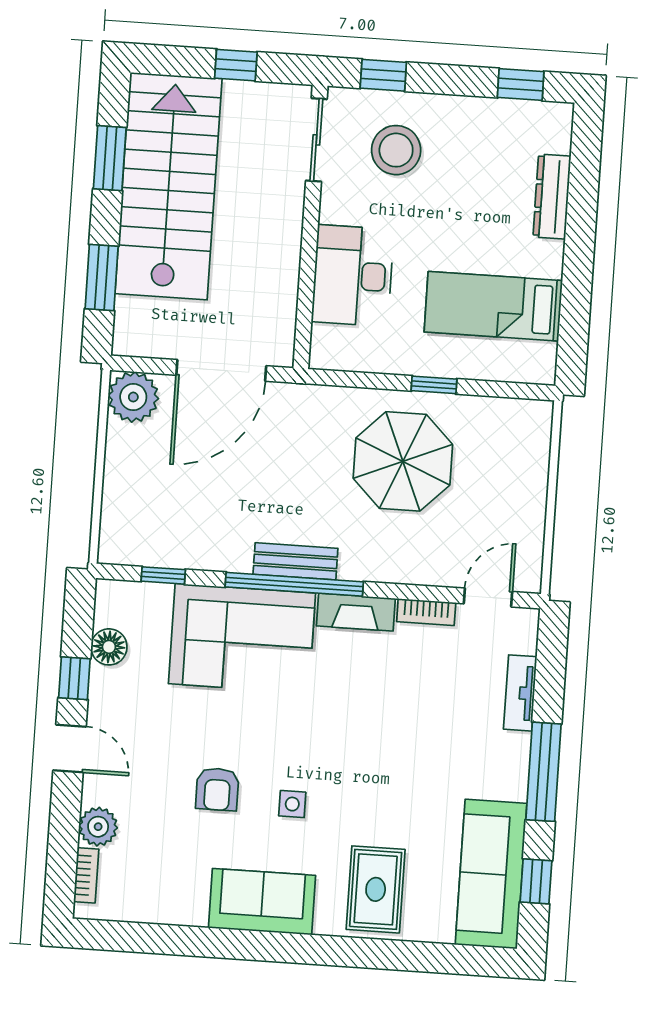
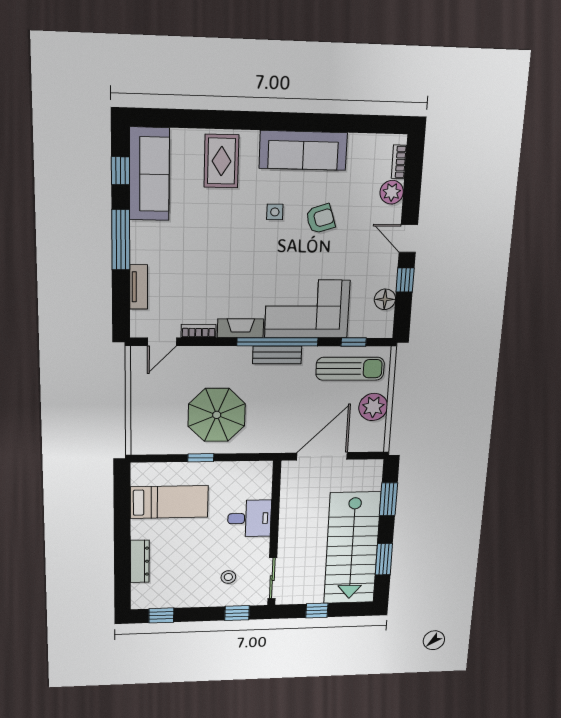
stool: (396, 150) -> (228, 577), width x0.53, depth x0.53
desk: (353, 276) -> (249, 518), width x0.73
plant: (133, 397) -> (373, 407), moved
sun lounger: (170, 528) -> (350, 369), added
armchair: (217, 789) -> (320, 219), turned 72
sofa: (262, 902) -> (303, 150), width x1.36

